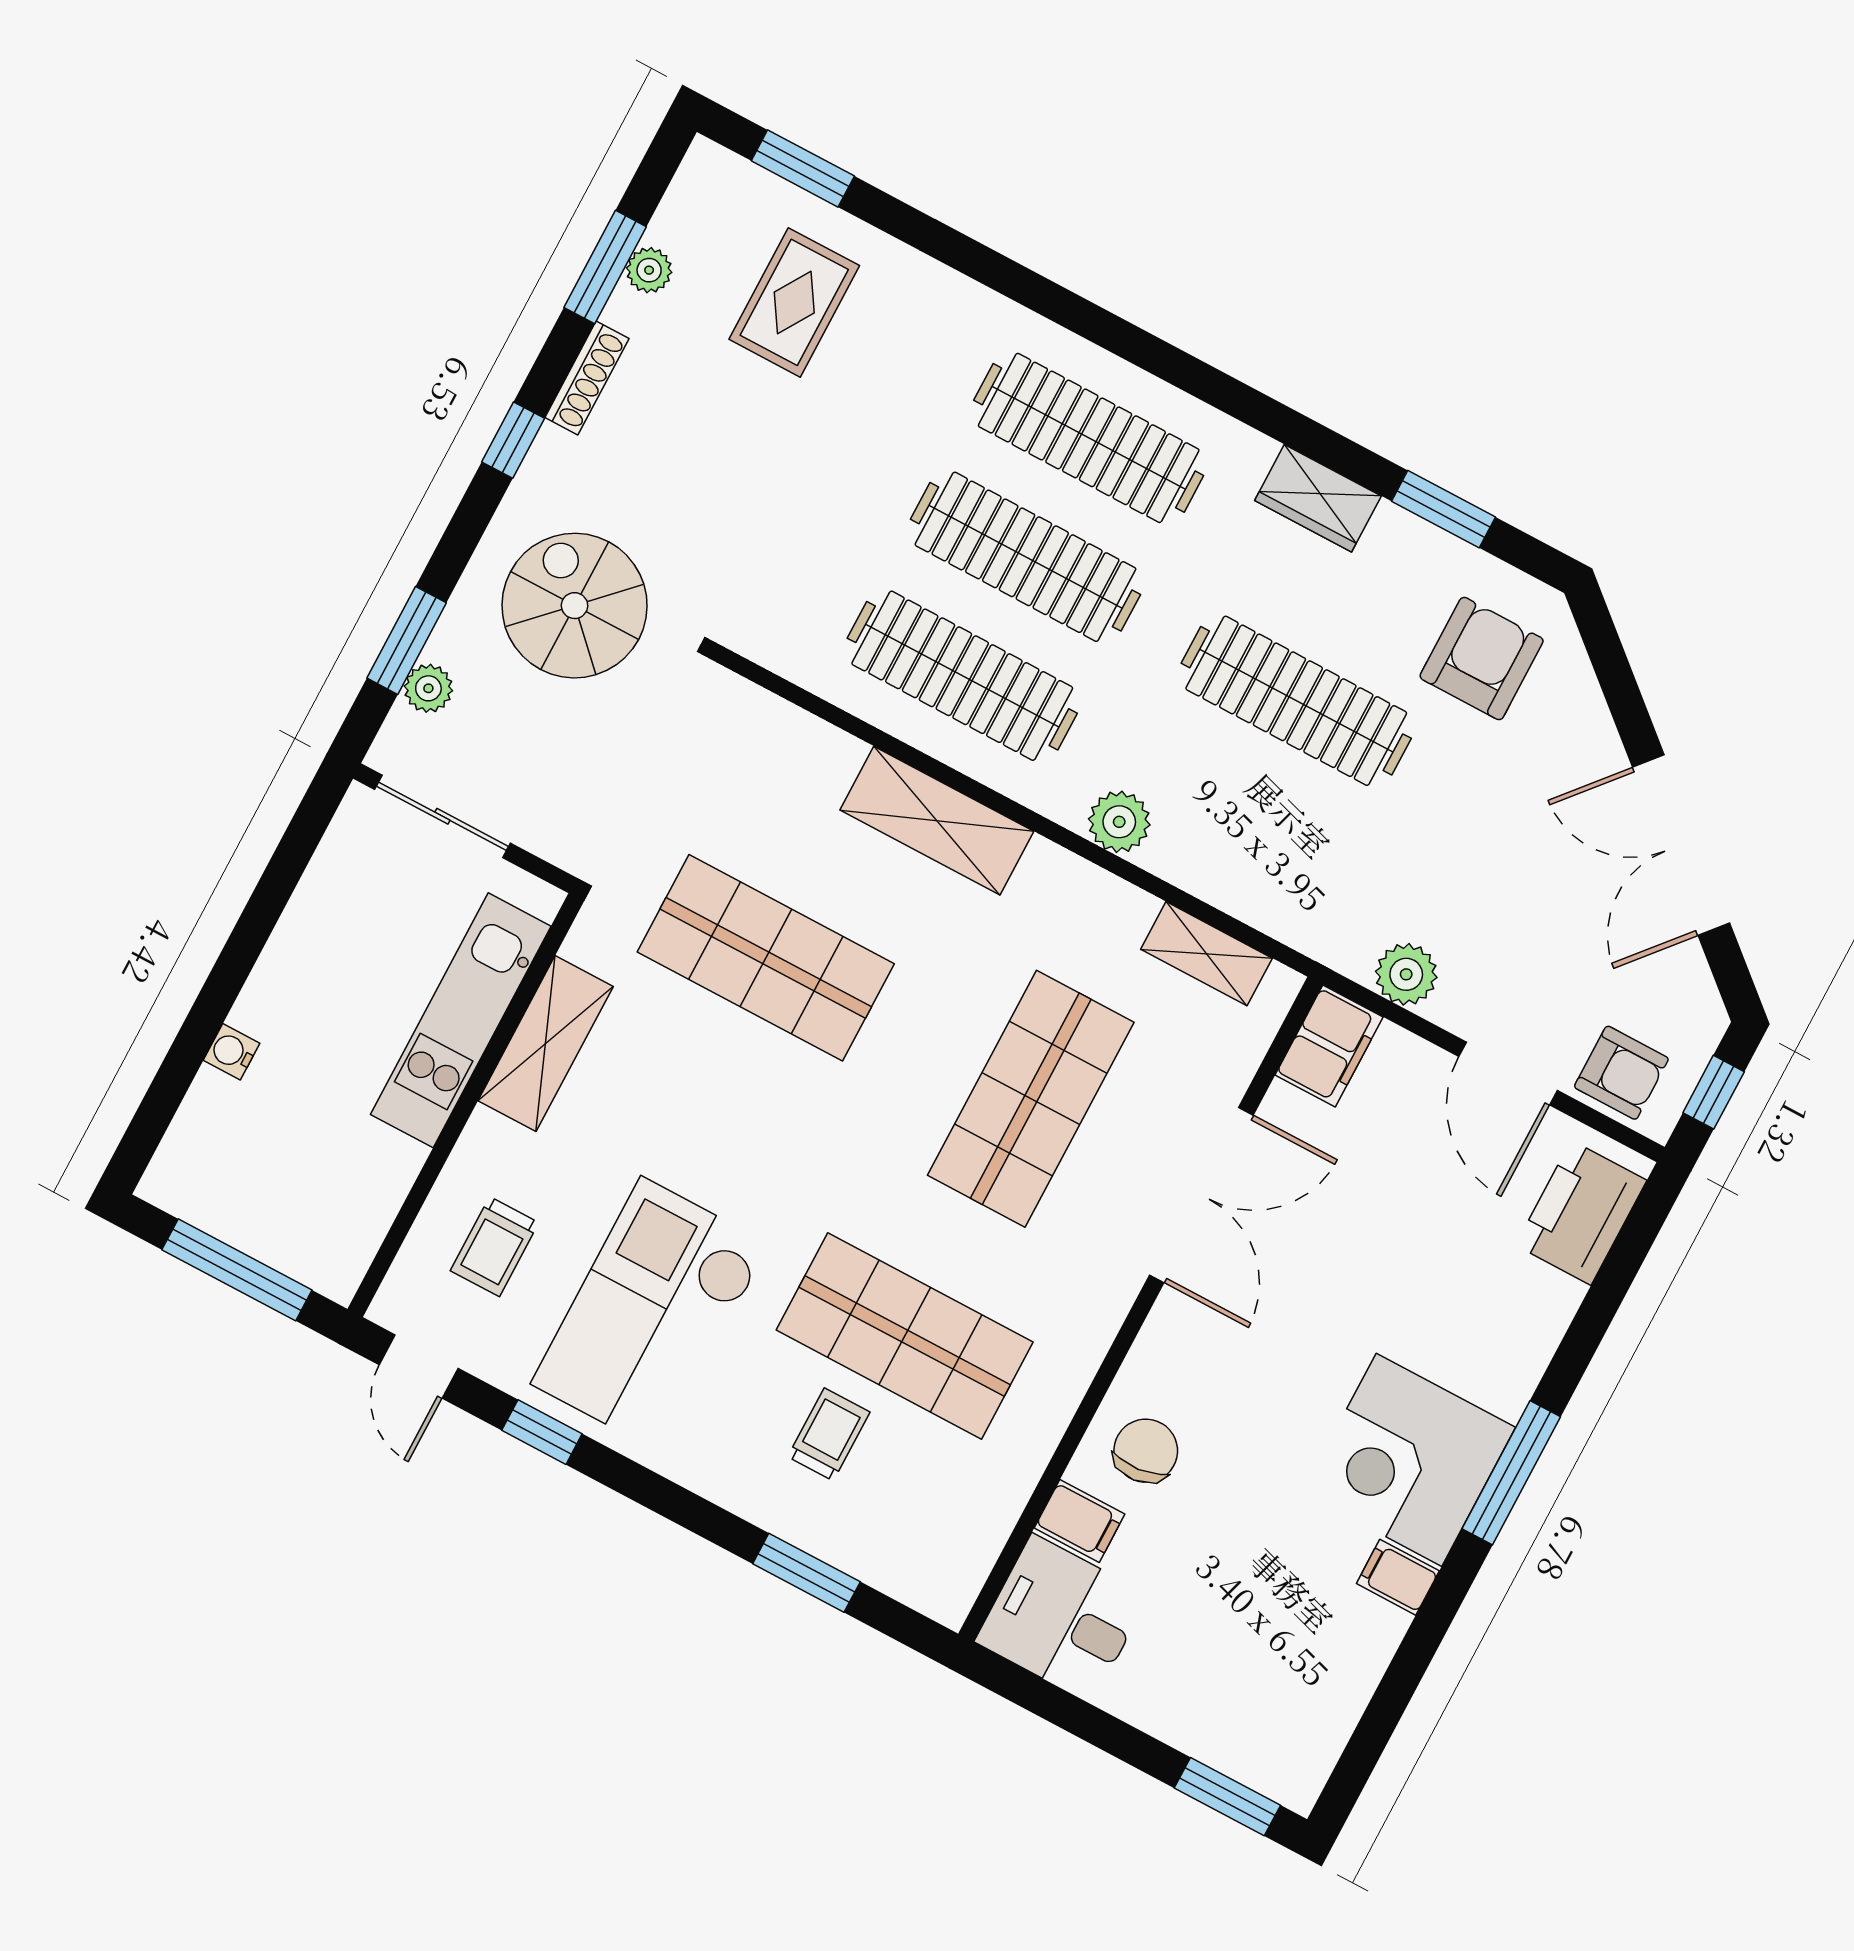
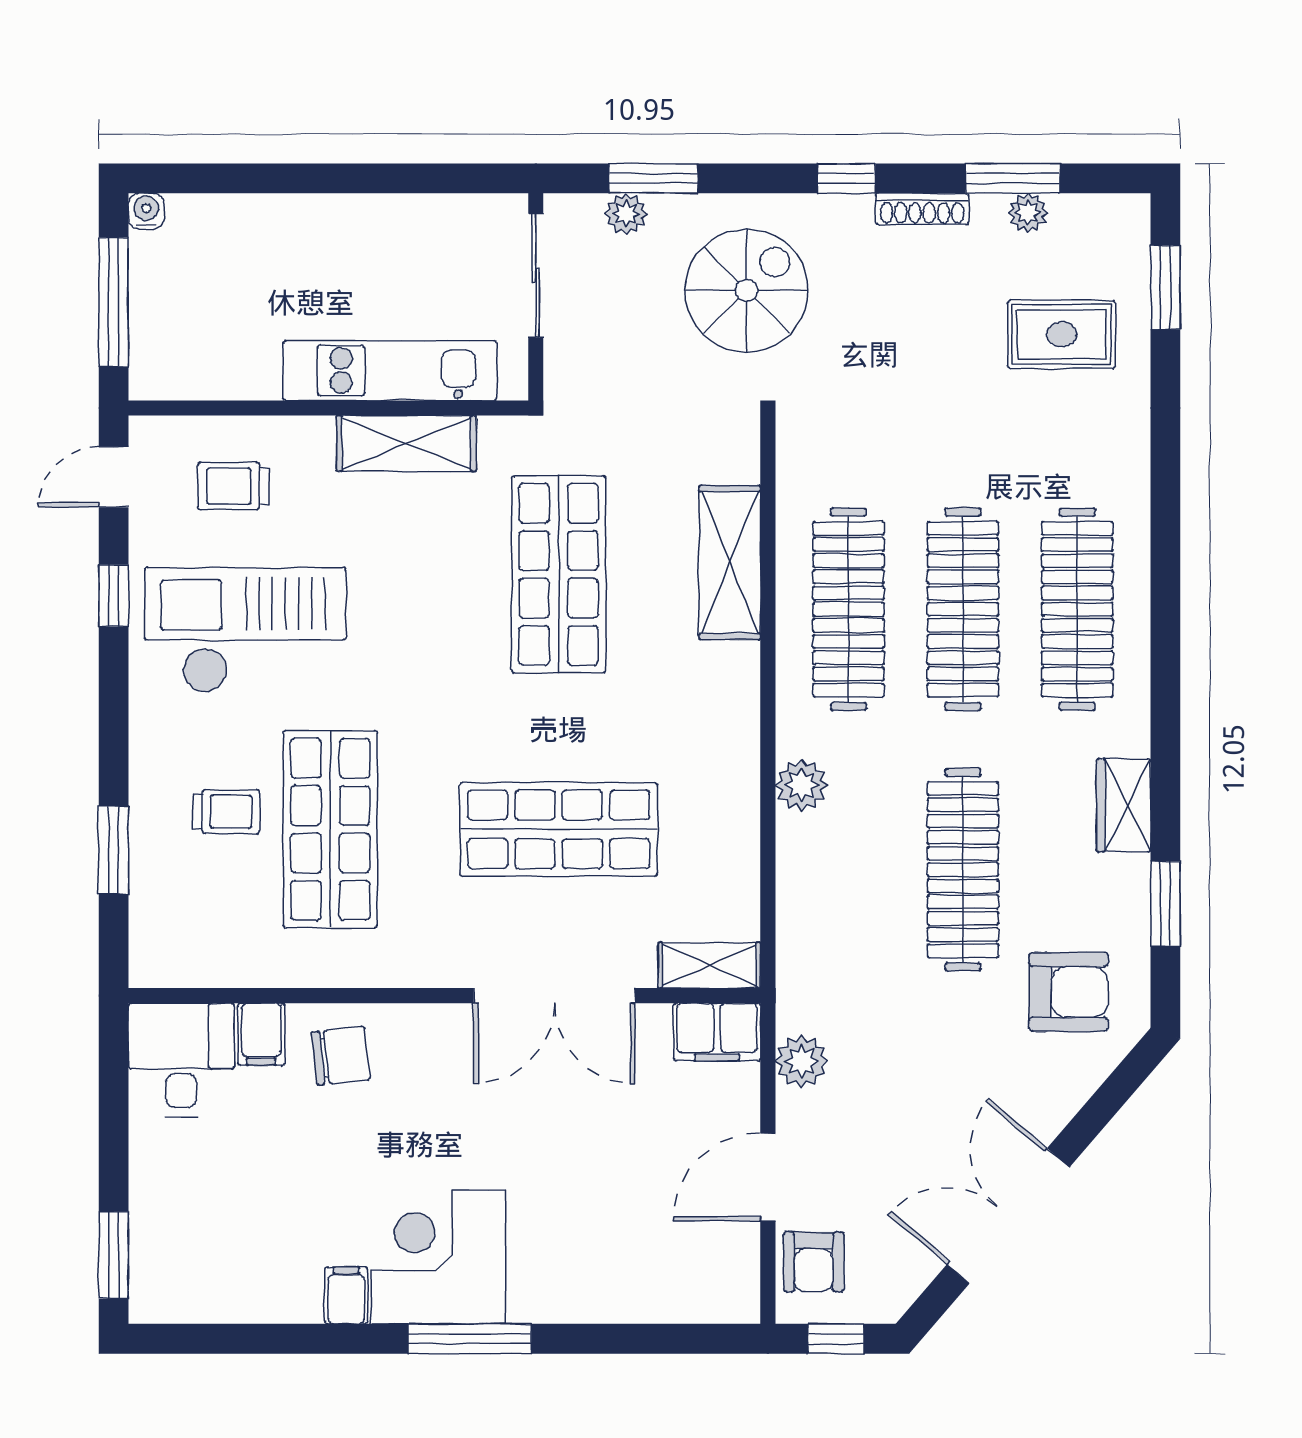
shelving: (937, 821) -> (730, 563), moved
shelving: (1206, 954) -> (709, 965), moved, turned 90
water cooler: (231, 1052) -> (146, 211), moved
printer: (1581, 1213) -> (692, 1288), removed

